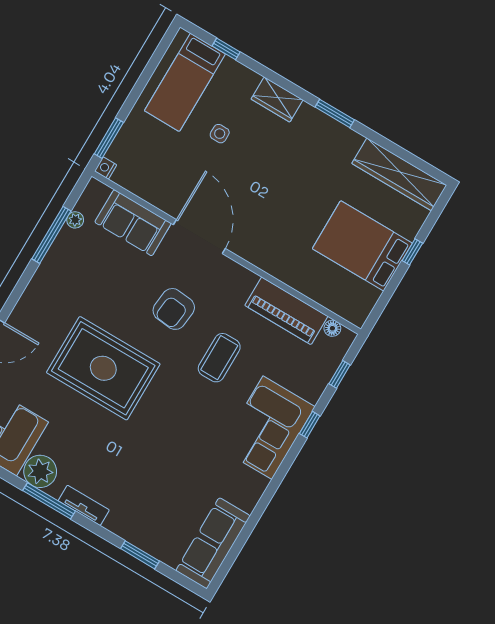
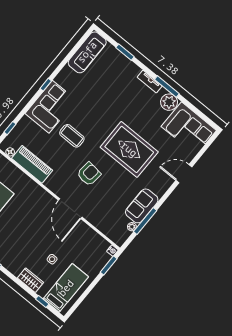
wardrobe: (277, 100) -> (30, 280), moved
sofa: (133, 223) -> (142, 206), moved, turned -90
coffee table: (219, 358) -> (72, 136), moved, turned 90
window: (310, 425) -> (46, 85), moved

